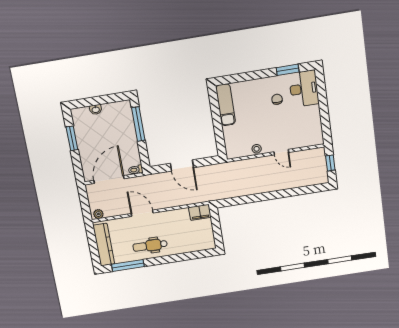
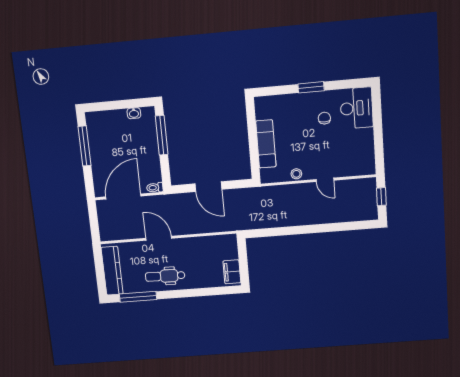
window: (288, 70) -> (311, 87), moved
exam couch: (226, 105) -> (266, 144), moved
washbasin: (96, 110) -> (134, 113), moved
window: (72, 138) -> (84, 146), width x1.44
filing cabinet: (200, 212) -> (232, 272), moved, turned 90
plant: (98, 214) -> (108, 235), removed

